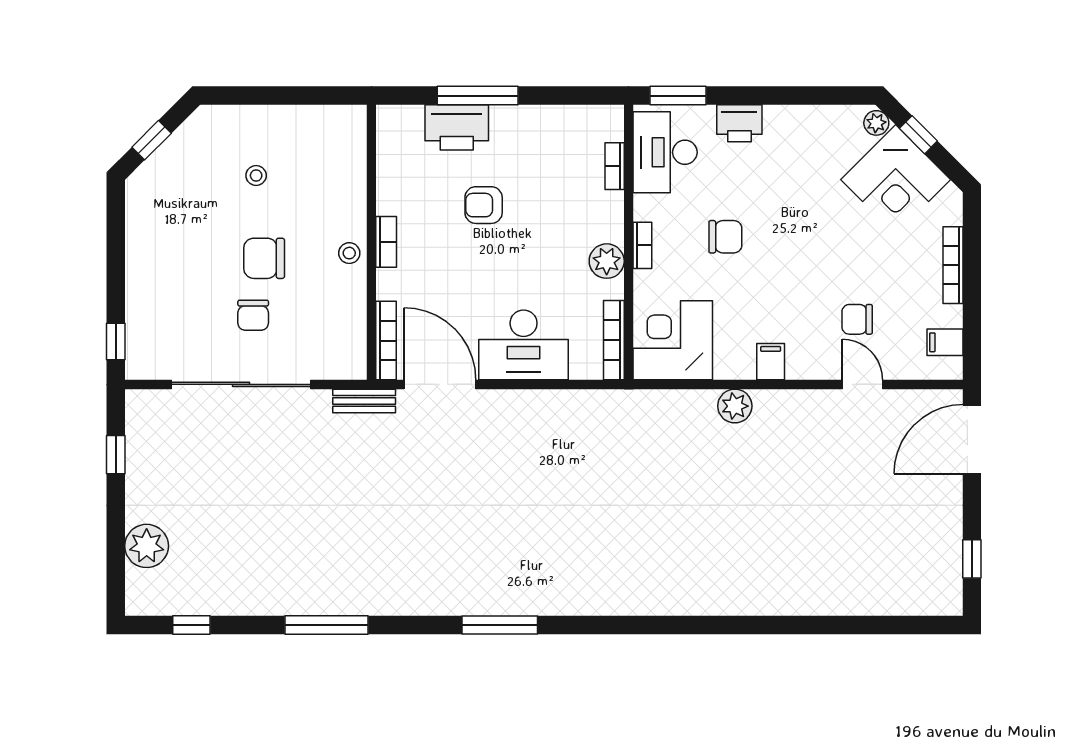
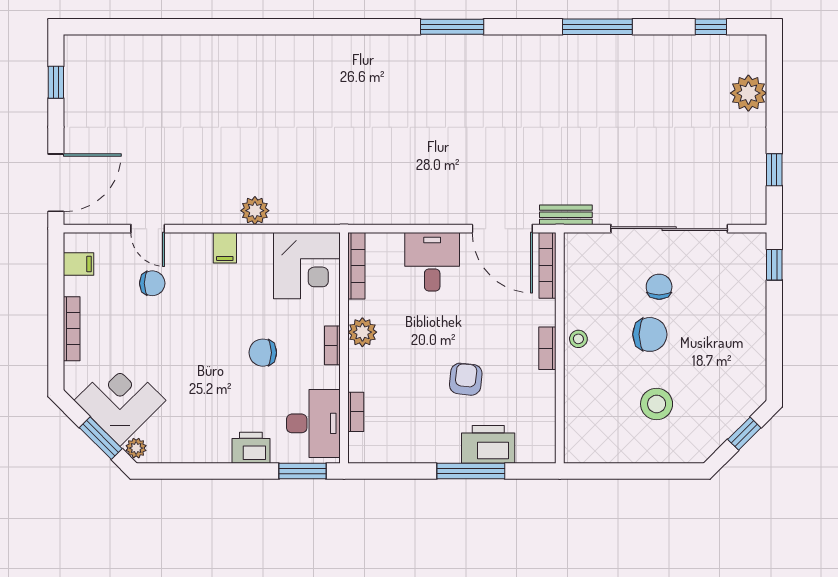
window: (918, 135) -> (101, 438), width x1.50
stool: (256, 175) -> (657, 404), width x1.89, depth x1.89
armchair: (484, 205) -> (466, 379), turned -84
desk: (524, 345) -> (432, 262), width x0.73

